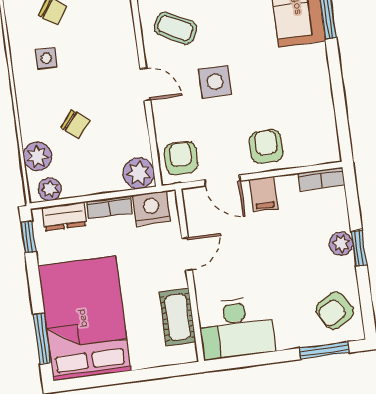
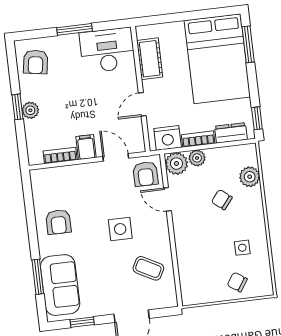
door: (145, 84) -> (167, 199), moved
armchair: (266, 146) -> (58, 222), moved
bookcase: (321, 179) -> (60, 155), moved
plant: (50, 189) -> (197, 158), moved
armchair: (335, 311) -> (36, 62), turned 130
window: (324, 350) -> (75, 29), moved

